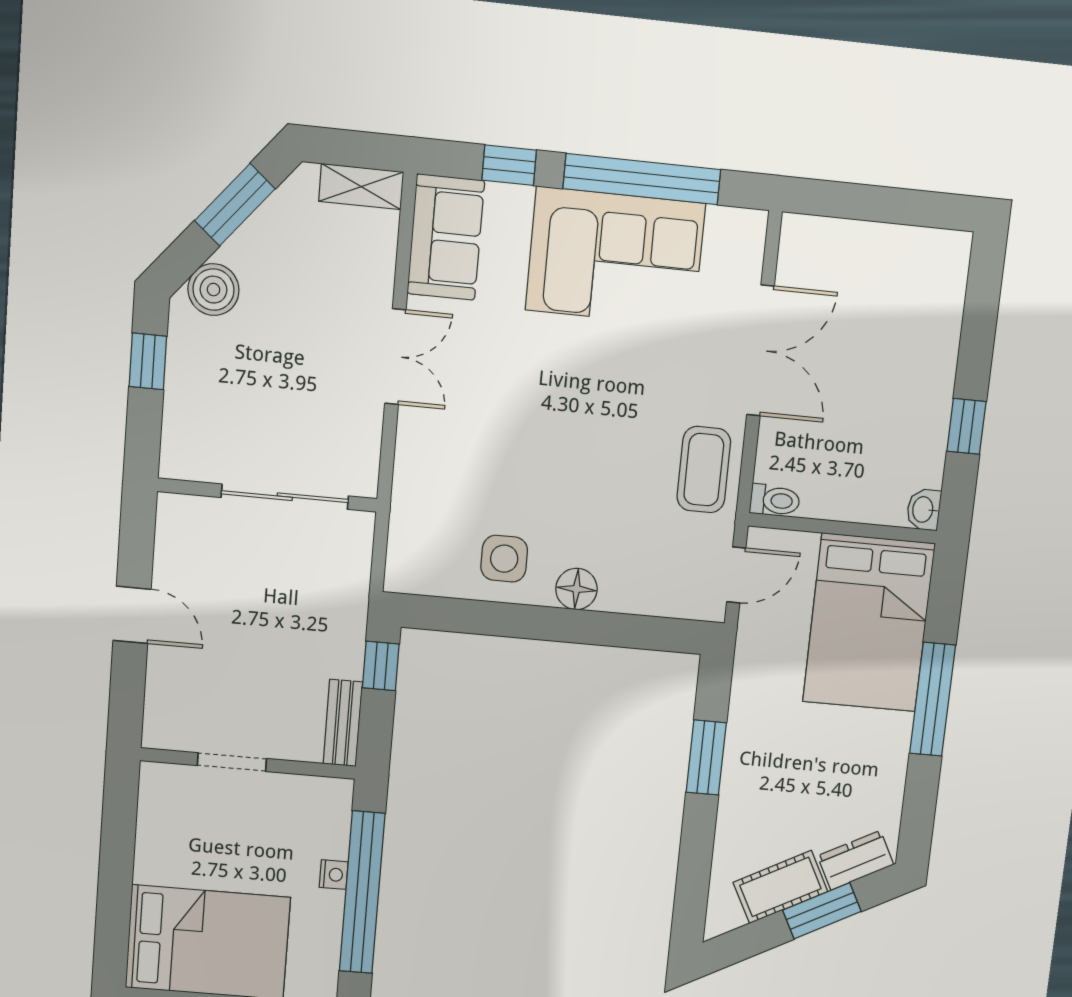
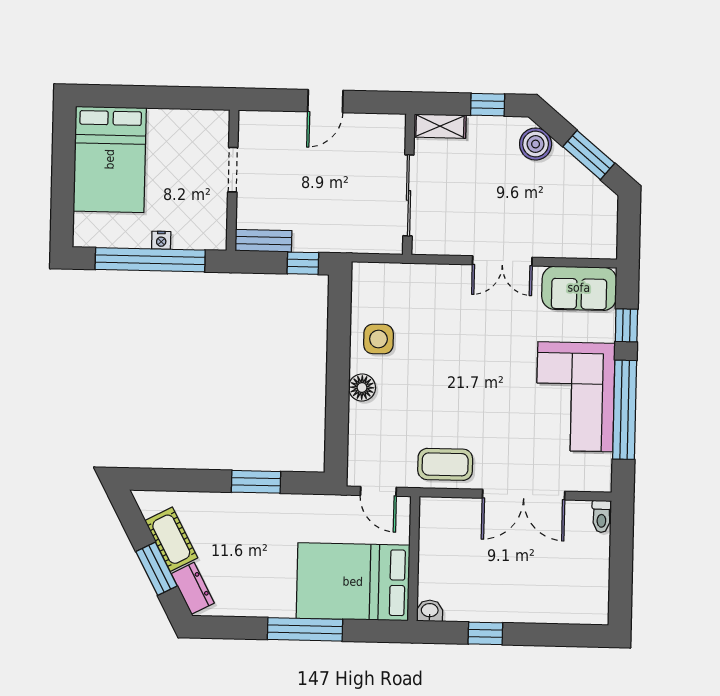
shelving: (361, 187) -> (440, 126), moved, turned 90
toilet: (775, 500) -> (602, 516), moved

